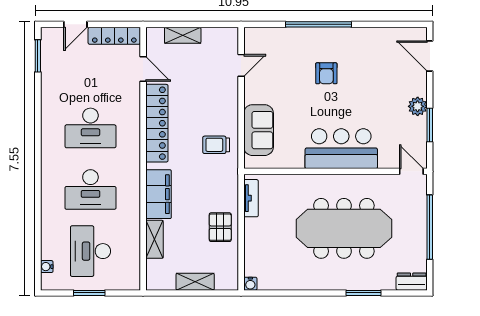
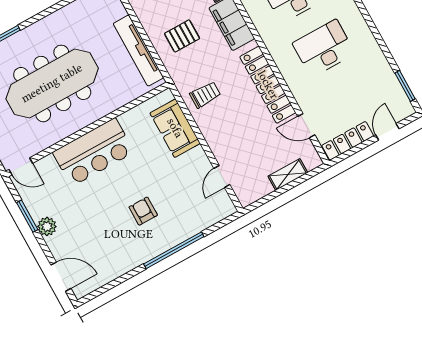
tv unit: (251, 198) -> (138, 51), width x1.92, depth x1.29
pallet: (220, 227) -> (182, 36), moved, turned 90

